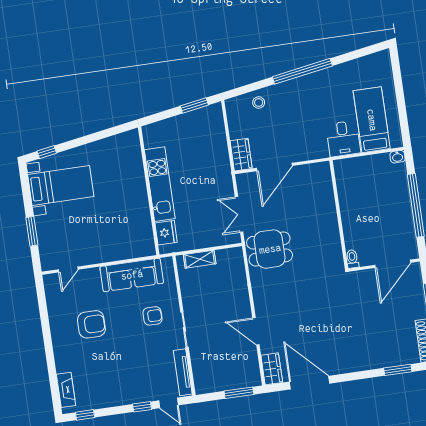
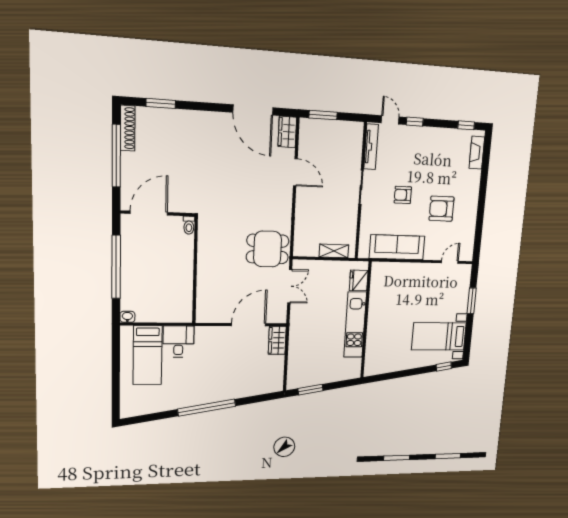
stool: (259, 103) -> (252, 385), removed
armchair: (152, 316) -> (403, 195), moved

